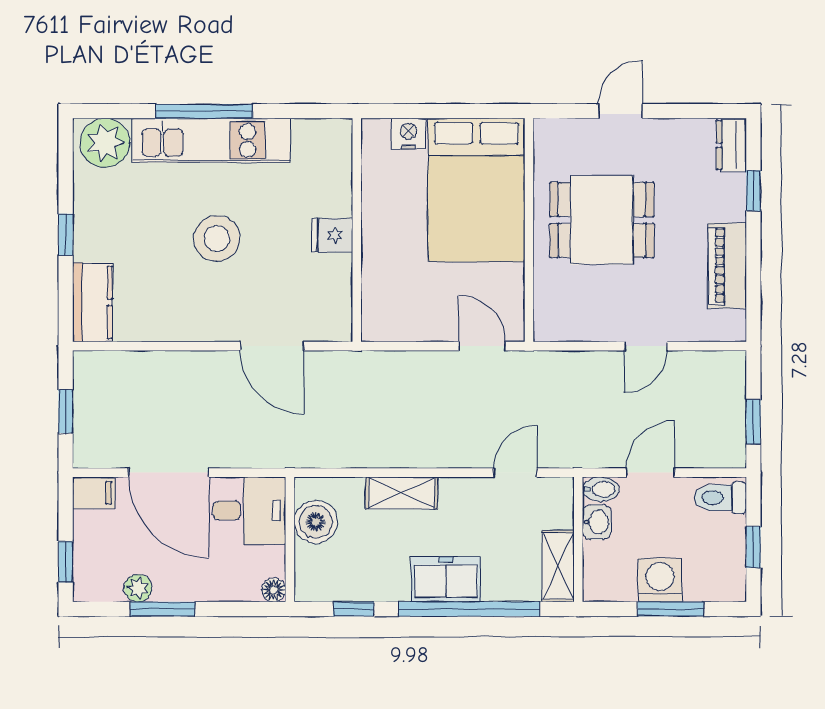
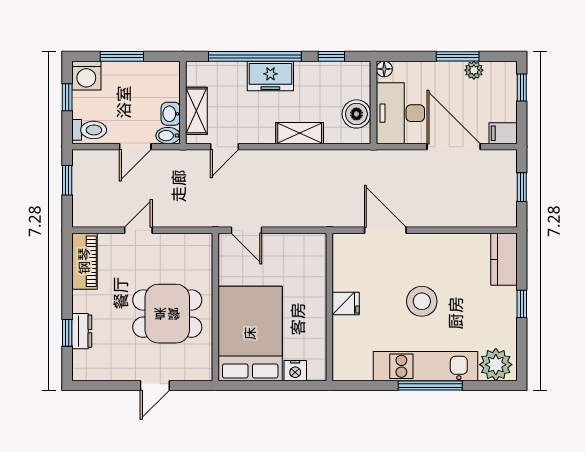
dresser: (731, 145) -> (82, 331), moved
piano: (727, 266) -> (84, 261), moved
desk: (249, 511) -> (400, 113), width x1.37
shelving: (558, 566) -> (196, 111), moved
washing machine: (660, 580) -> (86, 76), moved

